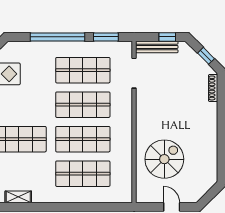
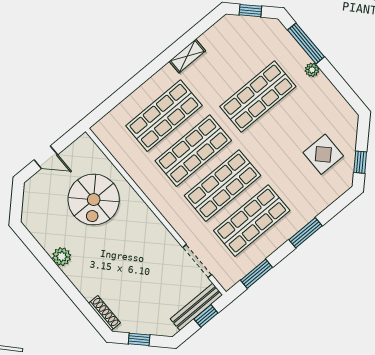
window: (57, 37) -> (305, 233), width x0.47
window: (167, 37) -> (206, 316), moved
plant: (211, 142) -> (62, 257), added
shelving: (18, 197) -> (187, 56), moved

